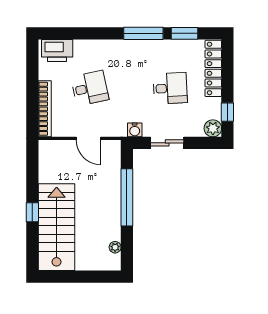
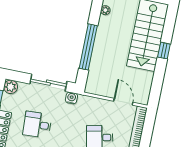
door: (88, 138) -> (123, 102), moved
sliding door: (167, 143) -> (48, 83), width x1.37

